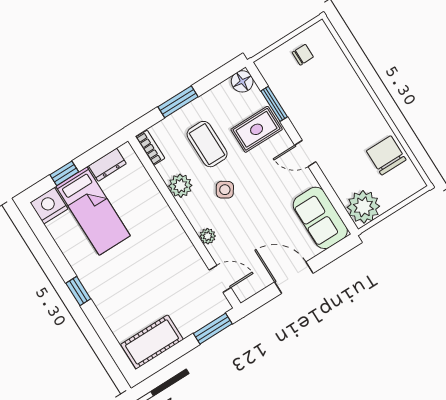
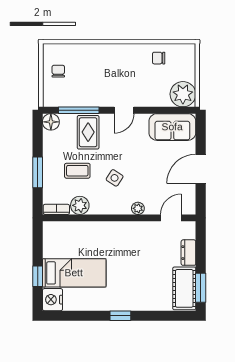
window: (274, 104) -> (79, 110), width x1.44
coffee table: (207, 144) -> (77, 171), width x0.73, depth x0.77
chair: (386, 155) -> (159, 58), width x0.54, depth x0.54
dresser: (107, 165) -> (188, 253), moved, turned 180
plant: (180, 186) -> (80, 205), moved
window: (213, 329) -> (201, 288), moved

